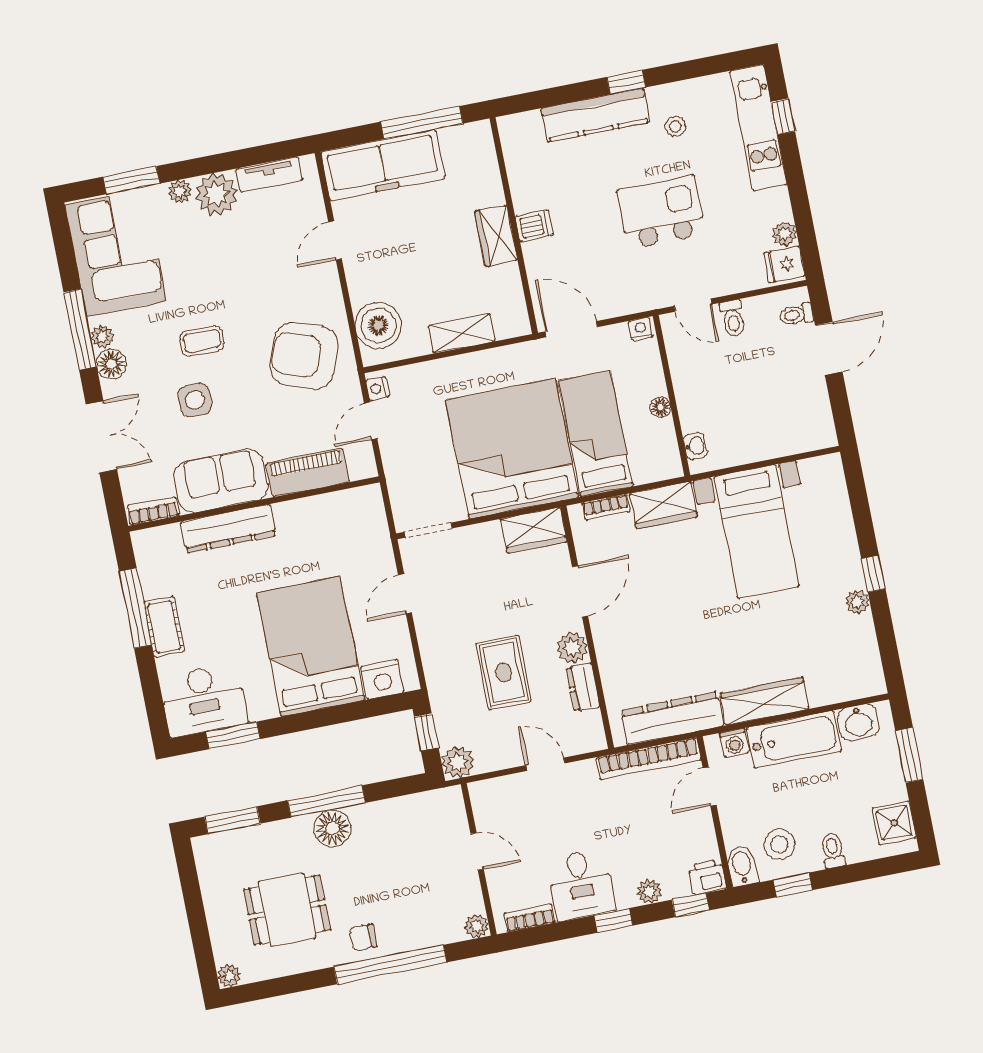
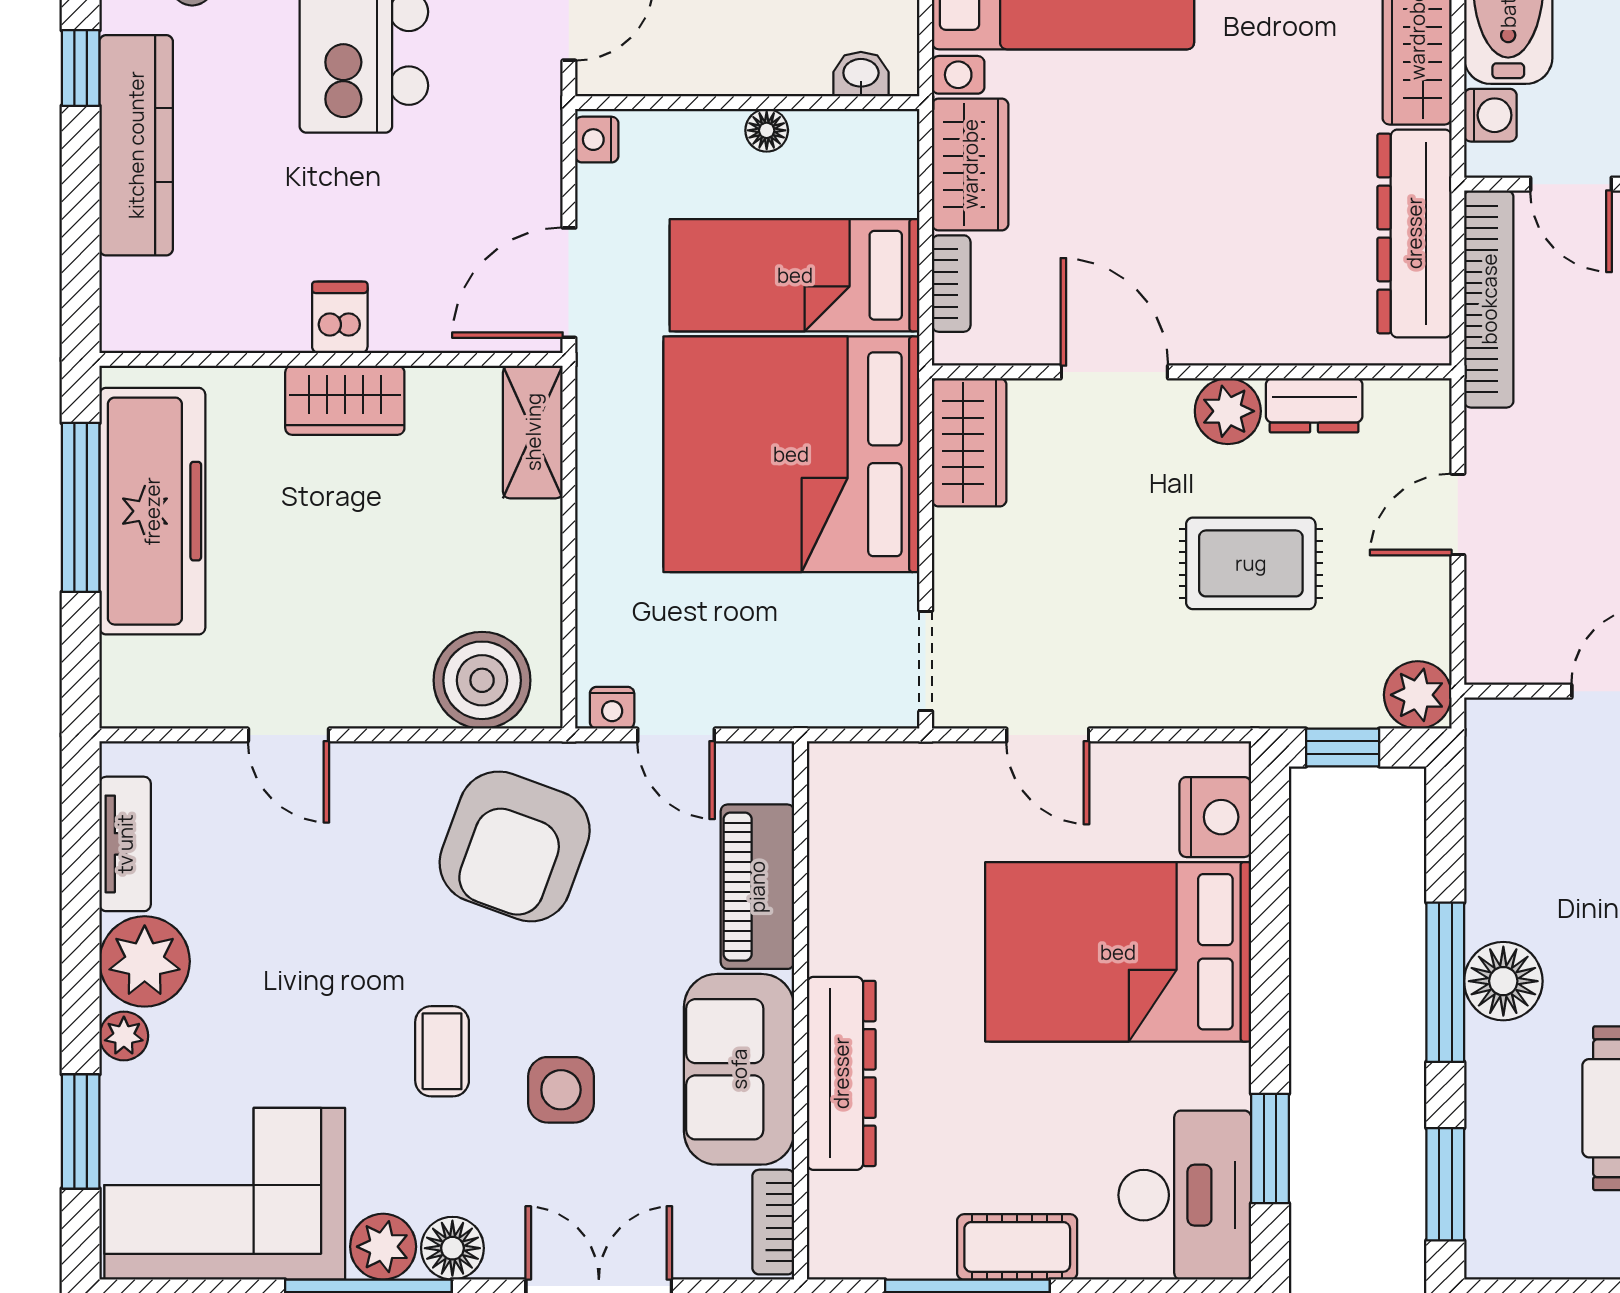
freezer: (383, 165) -> (152, 511), moved
shelving: (462, 333) -> (533, 432), moved
plant: (102, 337) -> (383, 1247), width x1.38, depth x1.38

